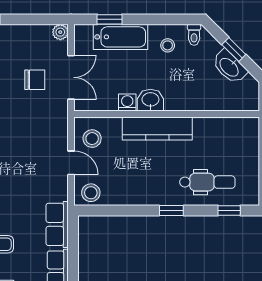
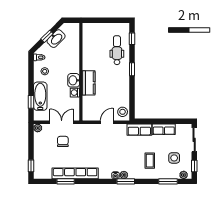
kitchen counter: (157, 129) -> (89, 83), width x0.67
stool: (92, 139) -> (94, 111), removed

